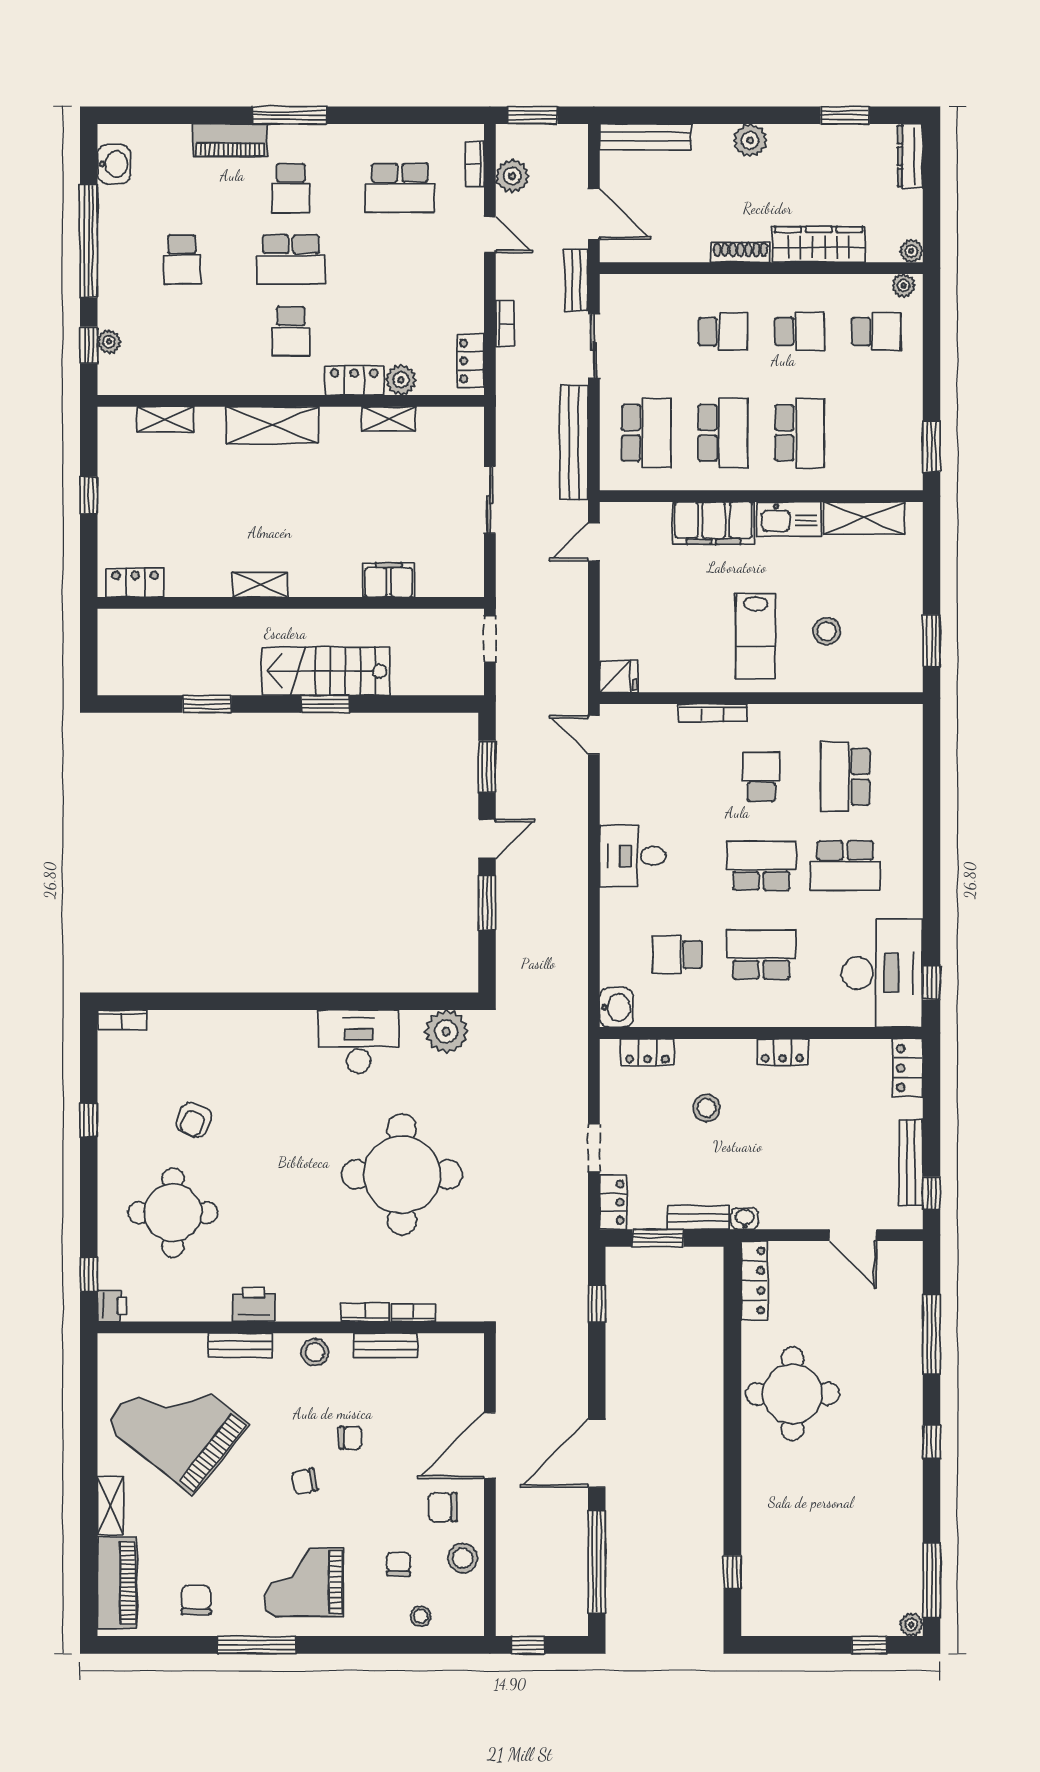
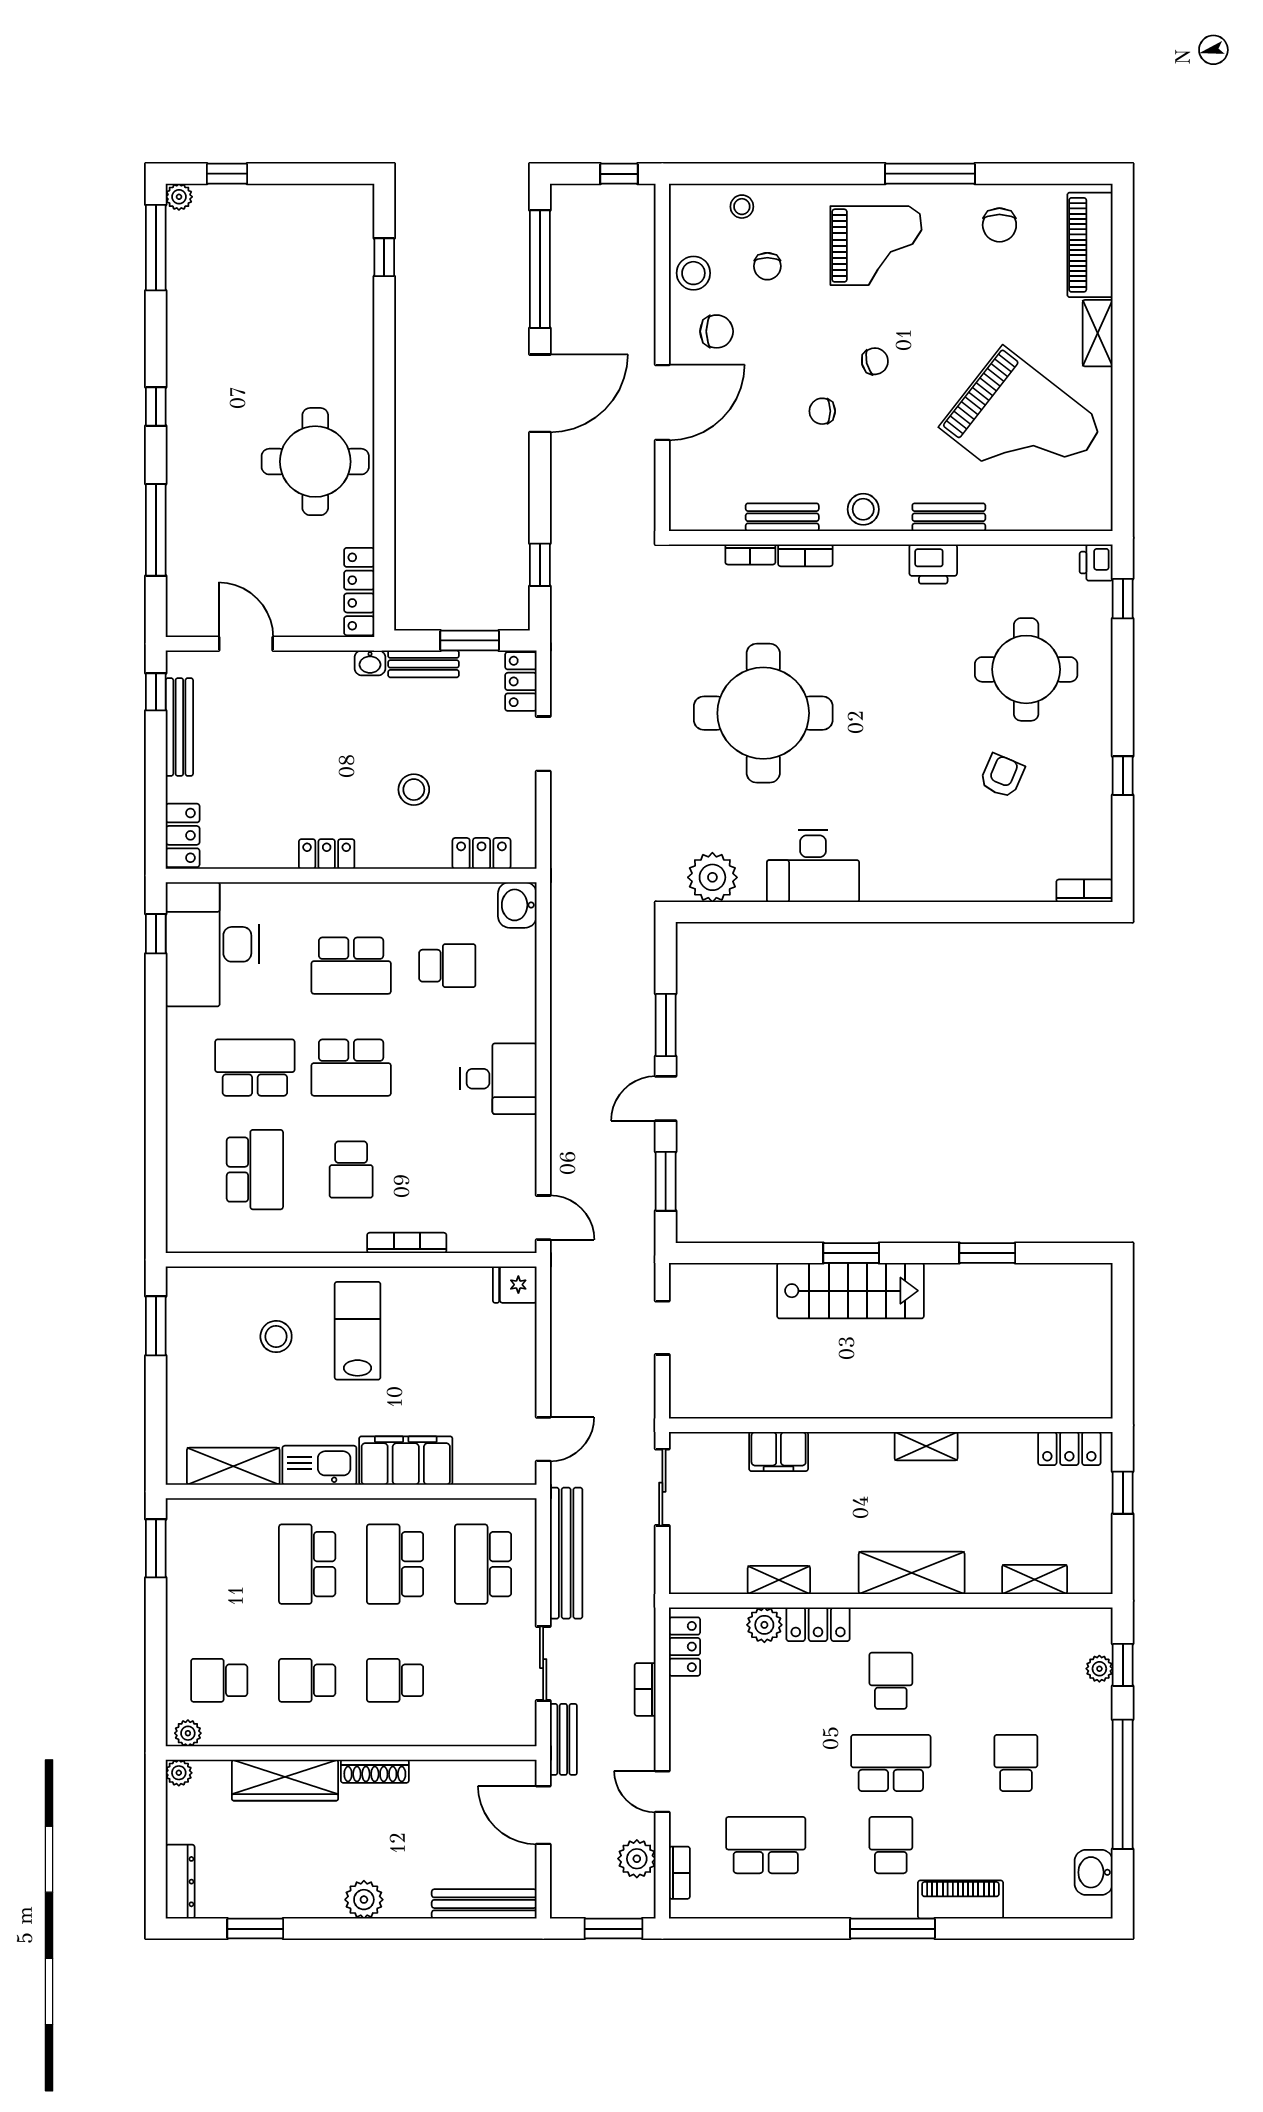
filing cabinet: (389, 580) -> (779, 1451), moved
locker: (135, 583) -> (1069, 1449), moved
shelving: (260, 585) -> (926, 1446), moved
wall: (291, 603) -> (891, 1425), moved

